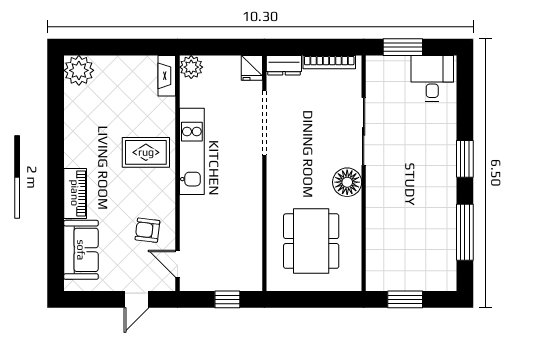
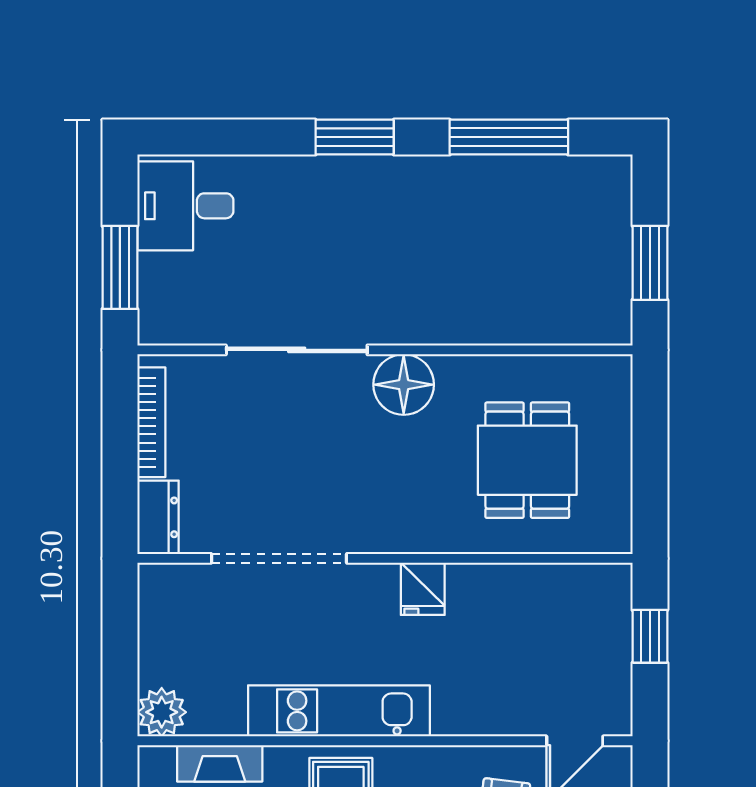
fridge: (252, 68) -> (423, 589), moved, turned 90
fireplace: (167, 76) -> (220, 763), moved
dining table: (311, 241) -> (527, 460), width x0.73

